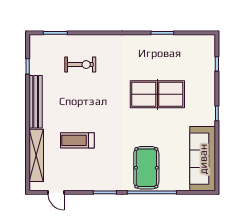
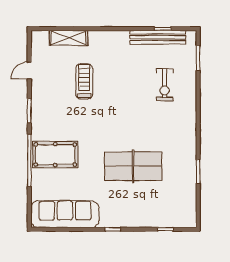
table tennis table: (157, 94) -> (133, 166), turned 90
bench: (36, 102) -> (158, 37), moved
shelving: (36, 155) -> (68, 38), width x0.68
door: (56, 192) -> (29, 71), moved

